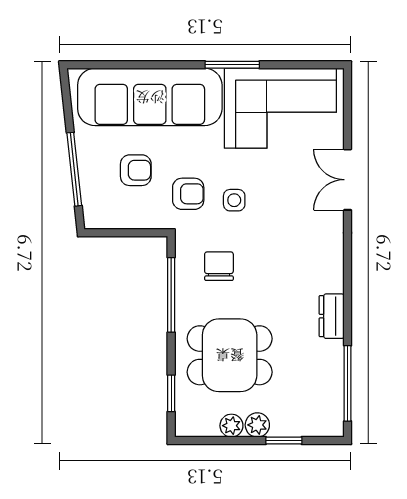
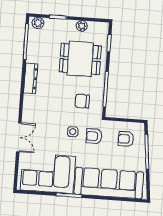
armchair: (136, 170) -> (126, 139), moved
chair: (219, 266) -> (82, 101), turned 90
dresser: (332, 316) -> (31, 78), width x1.44
plant: (257, 425) -> (38, 23), moved

